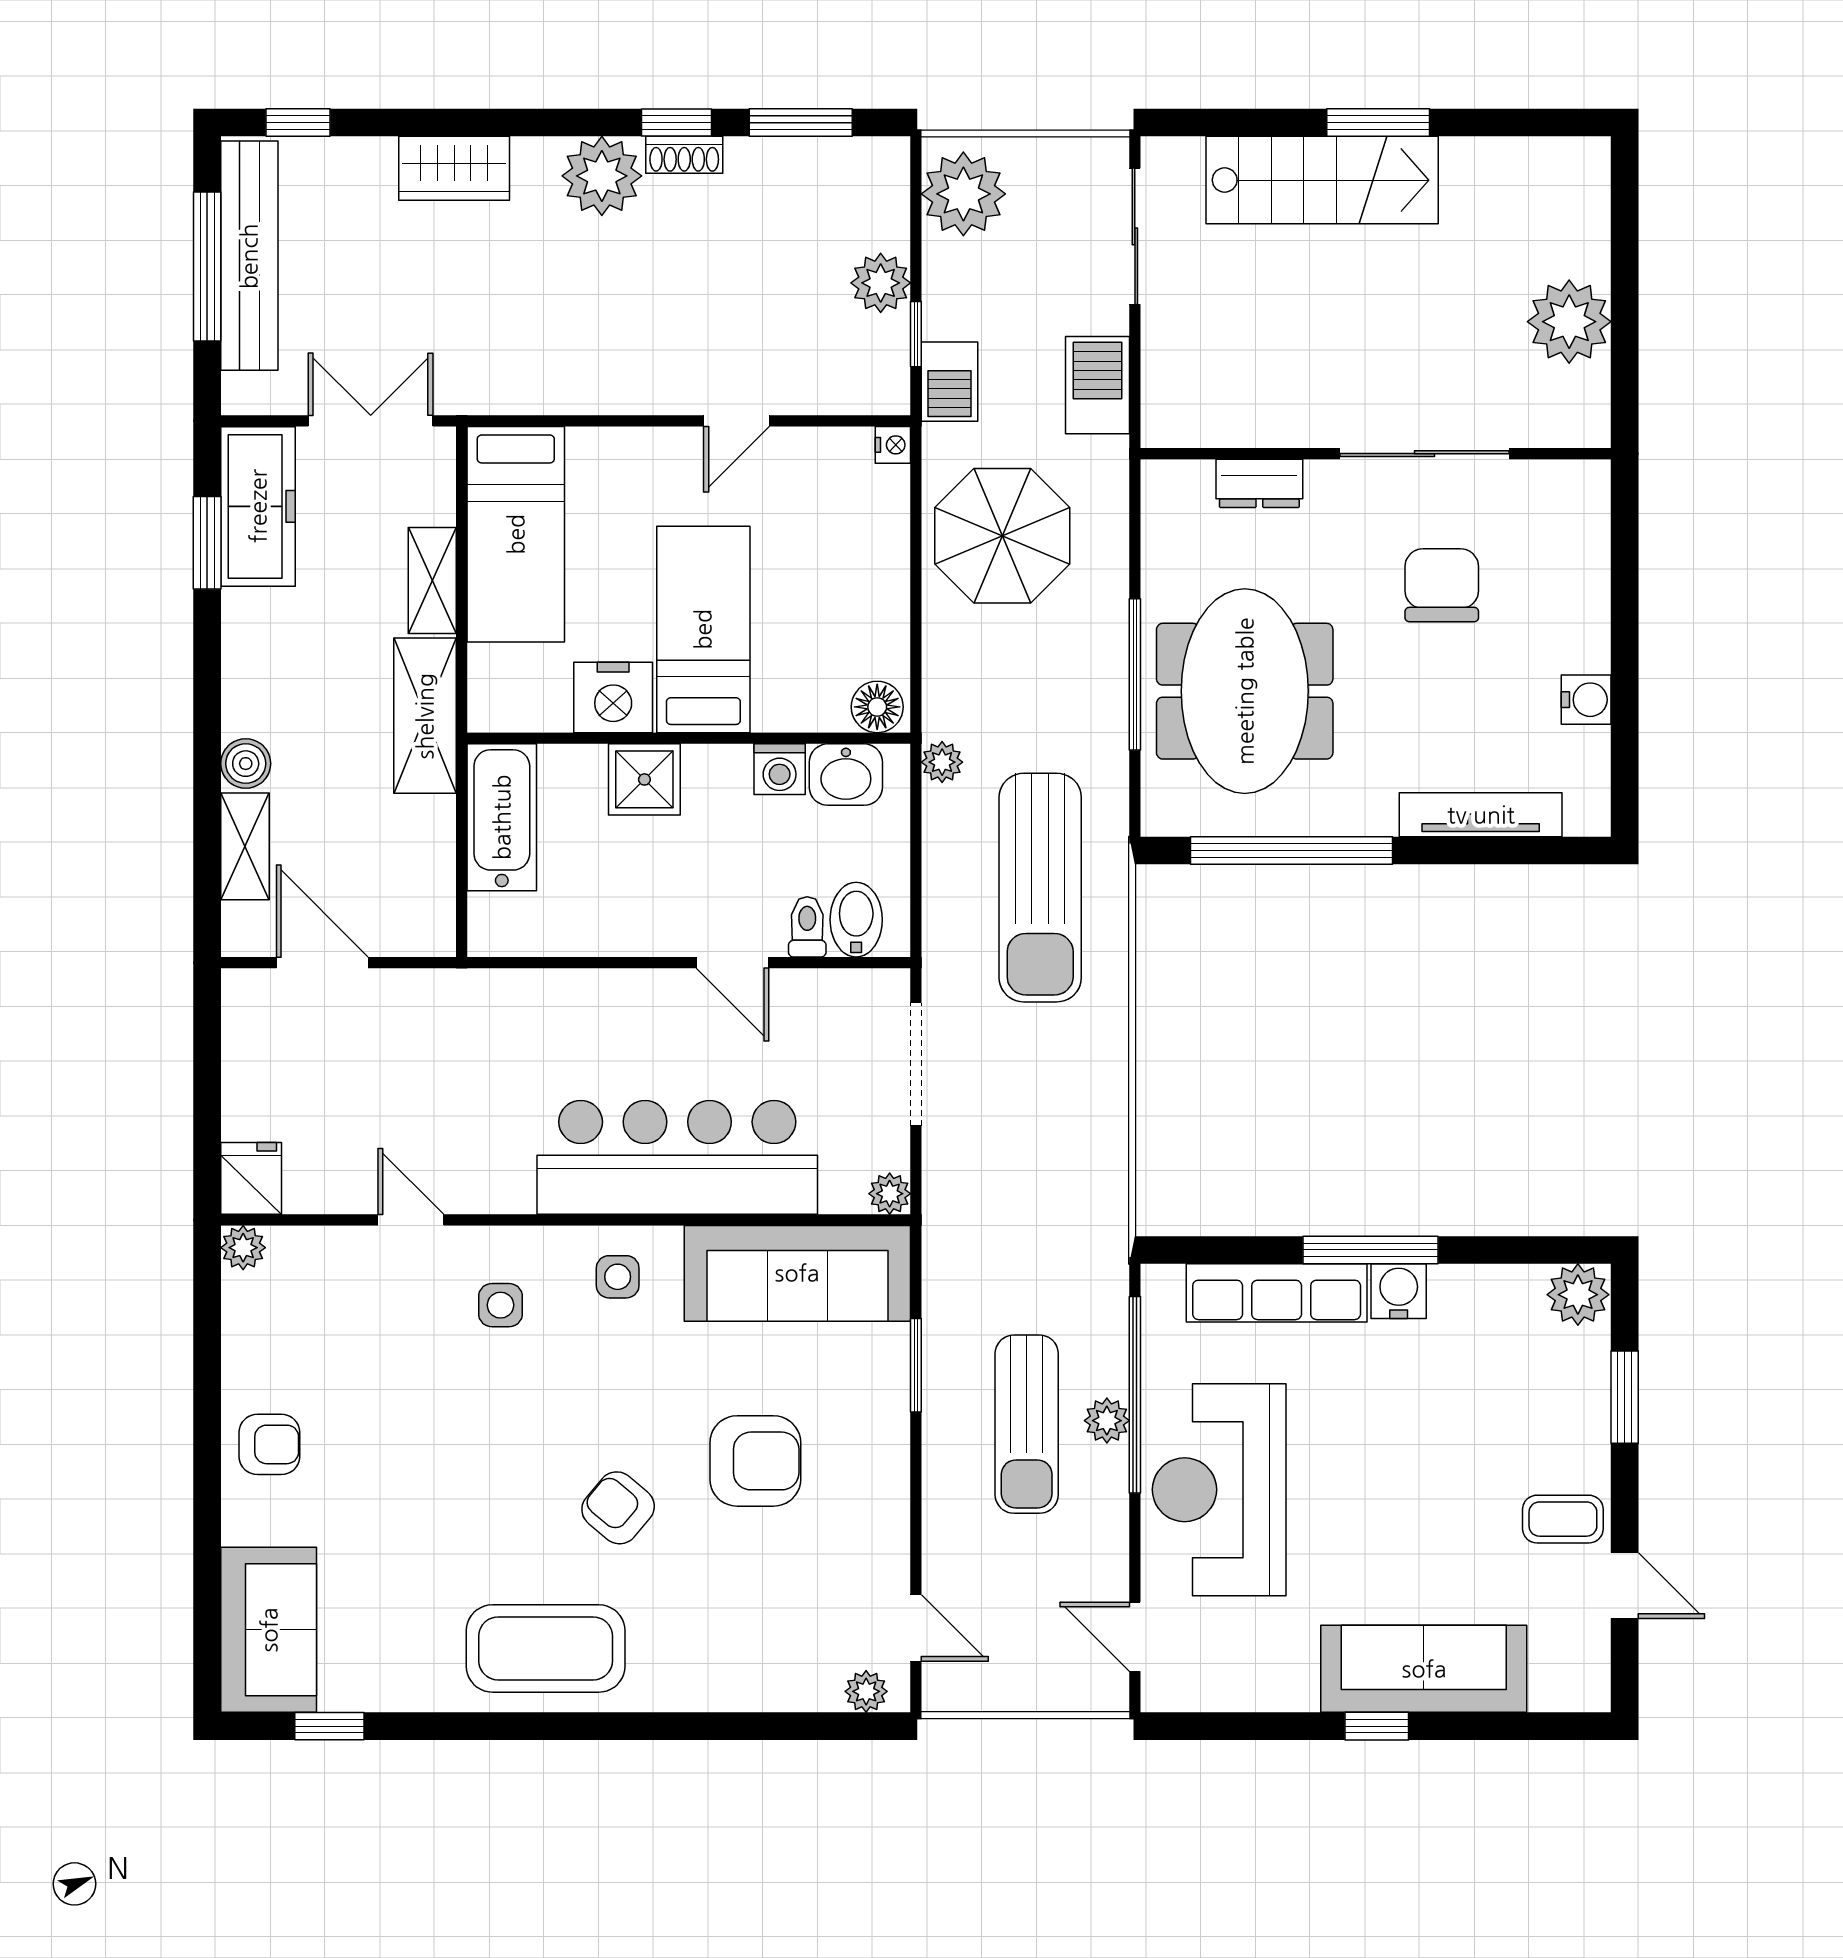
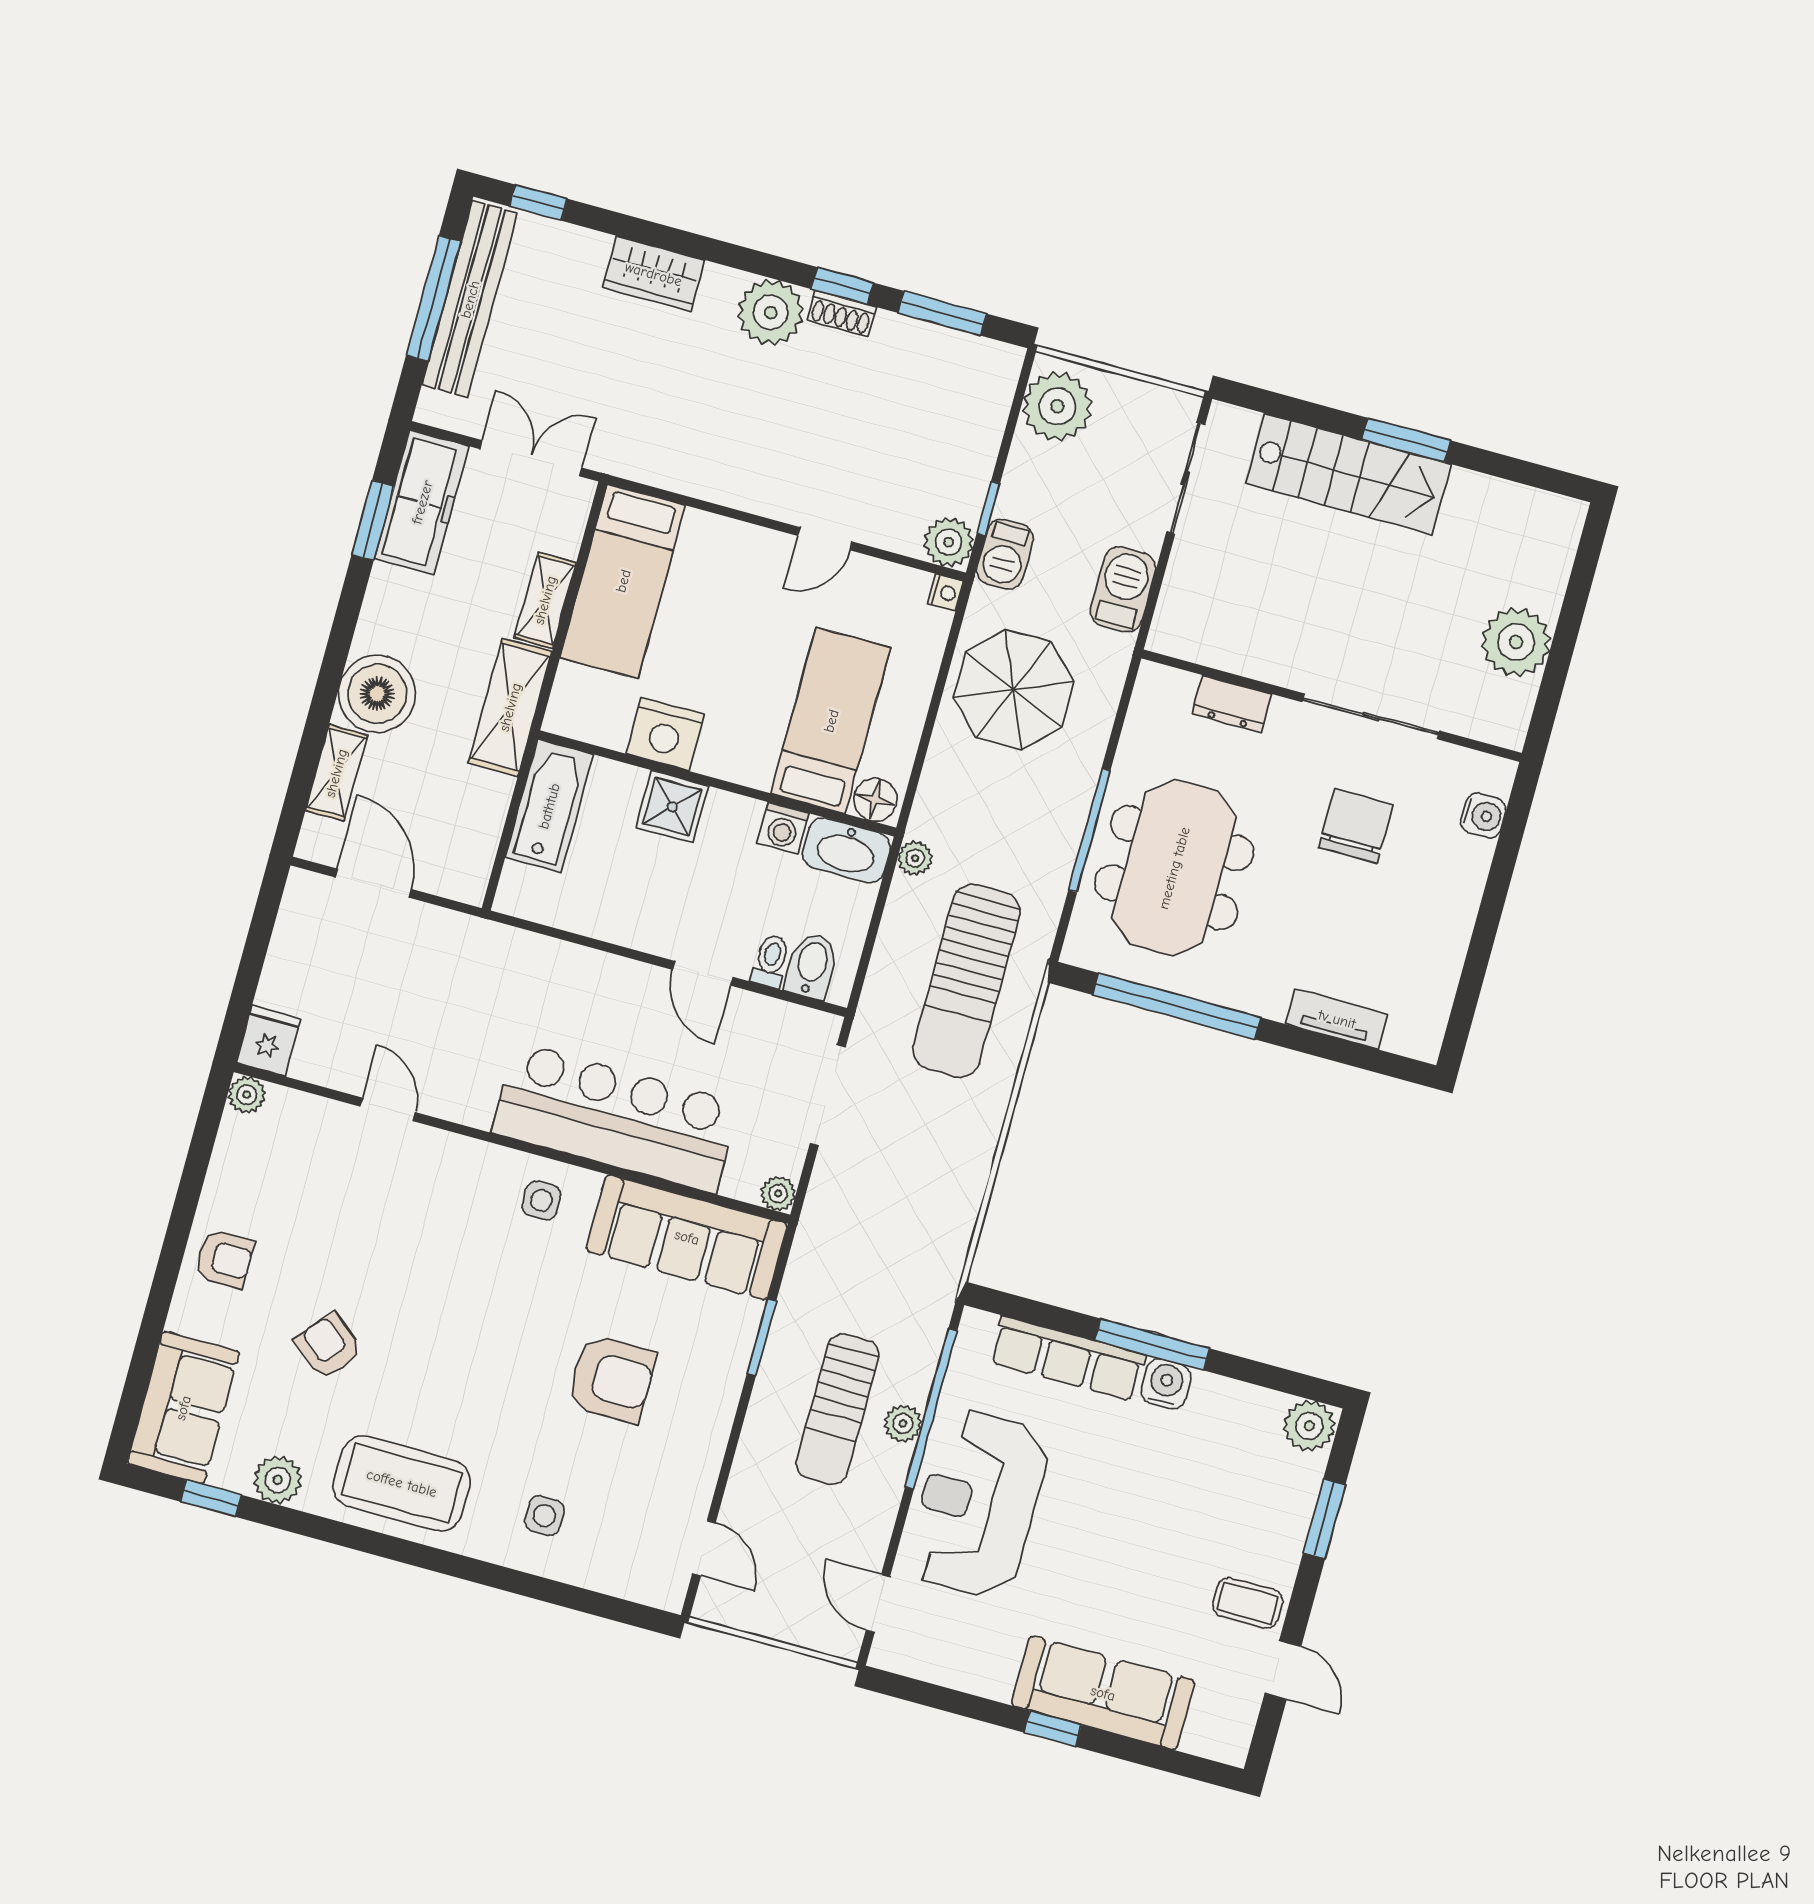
plant: (881, 283) -> (949, 542), moved
bed: (703, 629) -> (831, 721), moved
water cooler: (1586, 700) -> (1483, 816), moved
boiler: (246, 764) -> (377, 694), width x1.86, depth x1.86
washbasin: (846, 775) -> (846, 850), width x1.38
tv unit: (1481, 815) -> (1337, 1019), width x0.71
side table: (501, 1305) -> (544, 1516), moved
armchair: (618, 1508) -> (328, 1346), moved
plant: (866, 1691) -> (278, 1480), moved, width x1.38, depth x1.38

